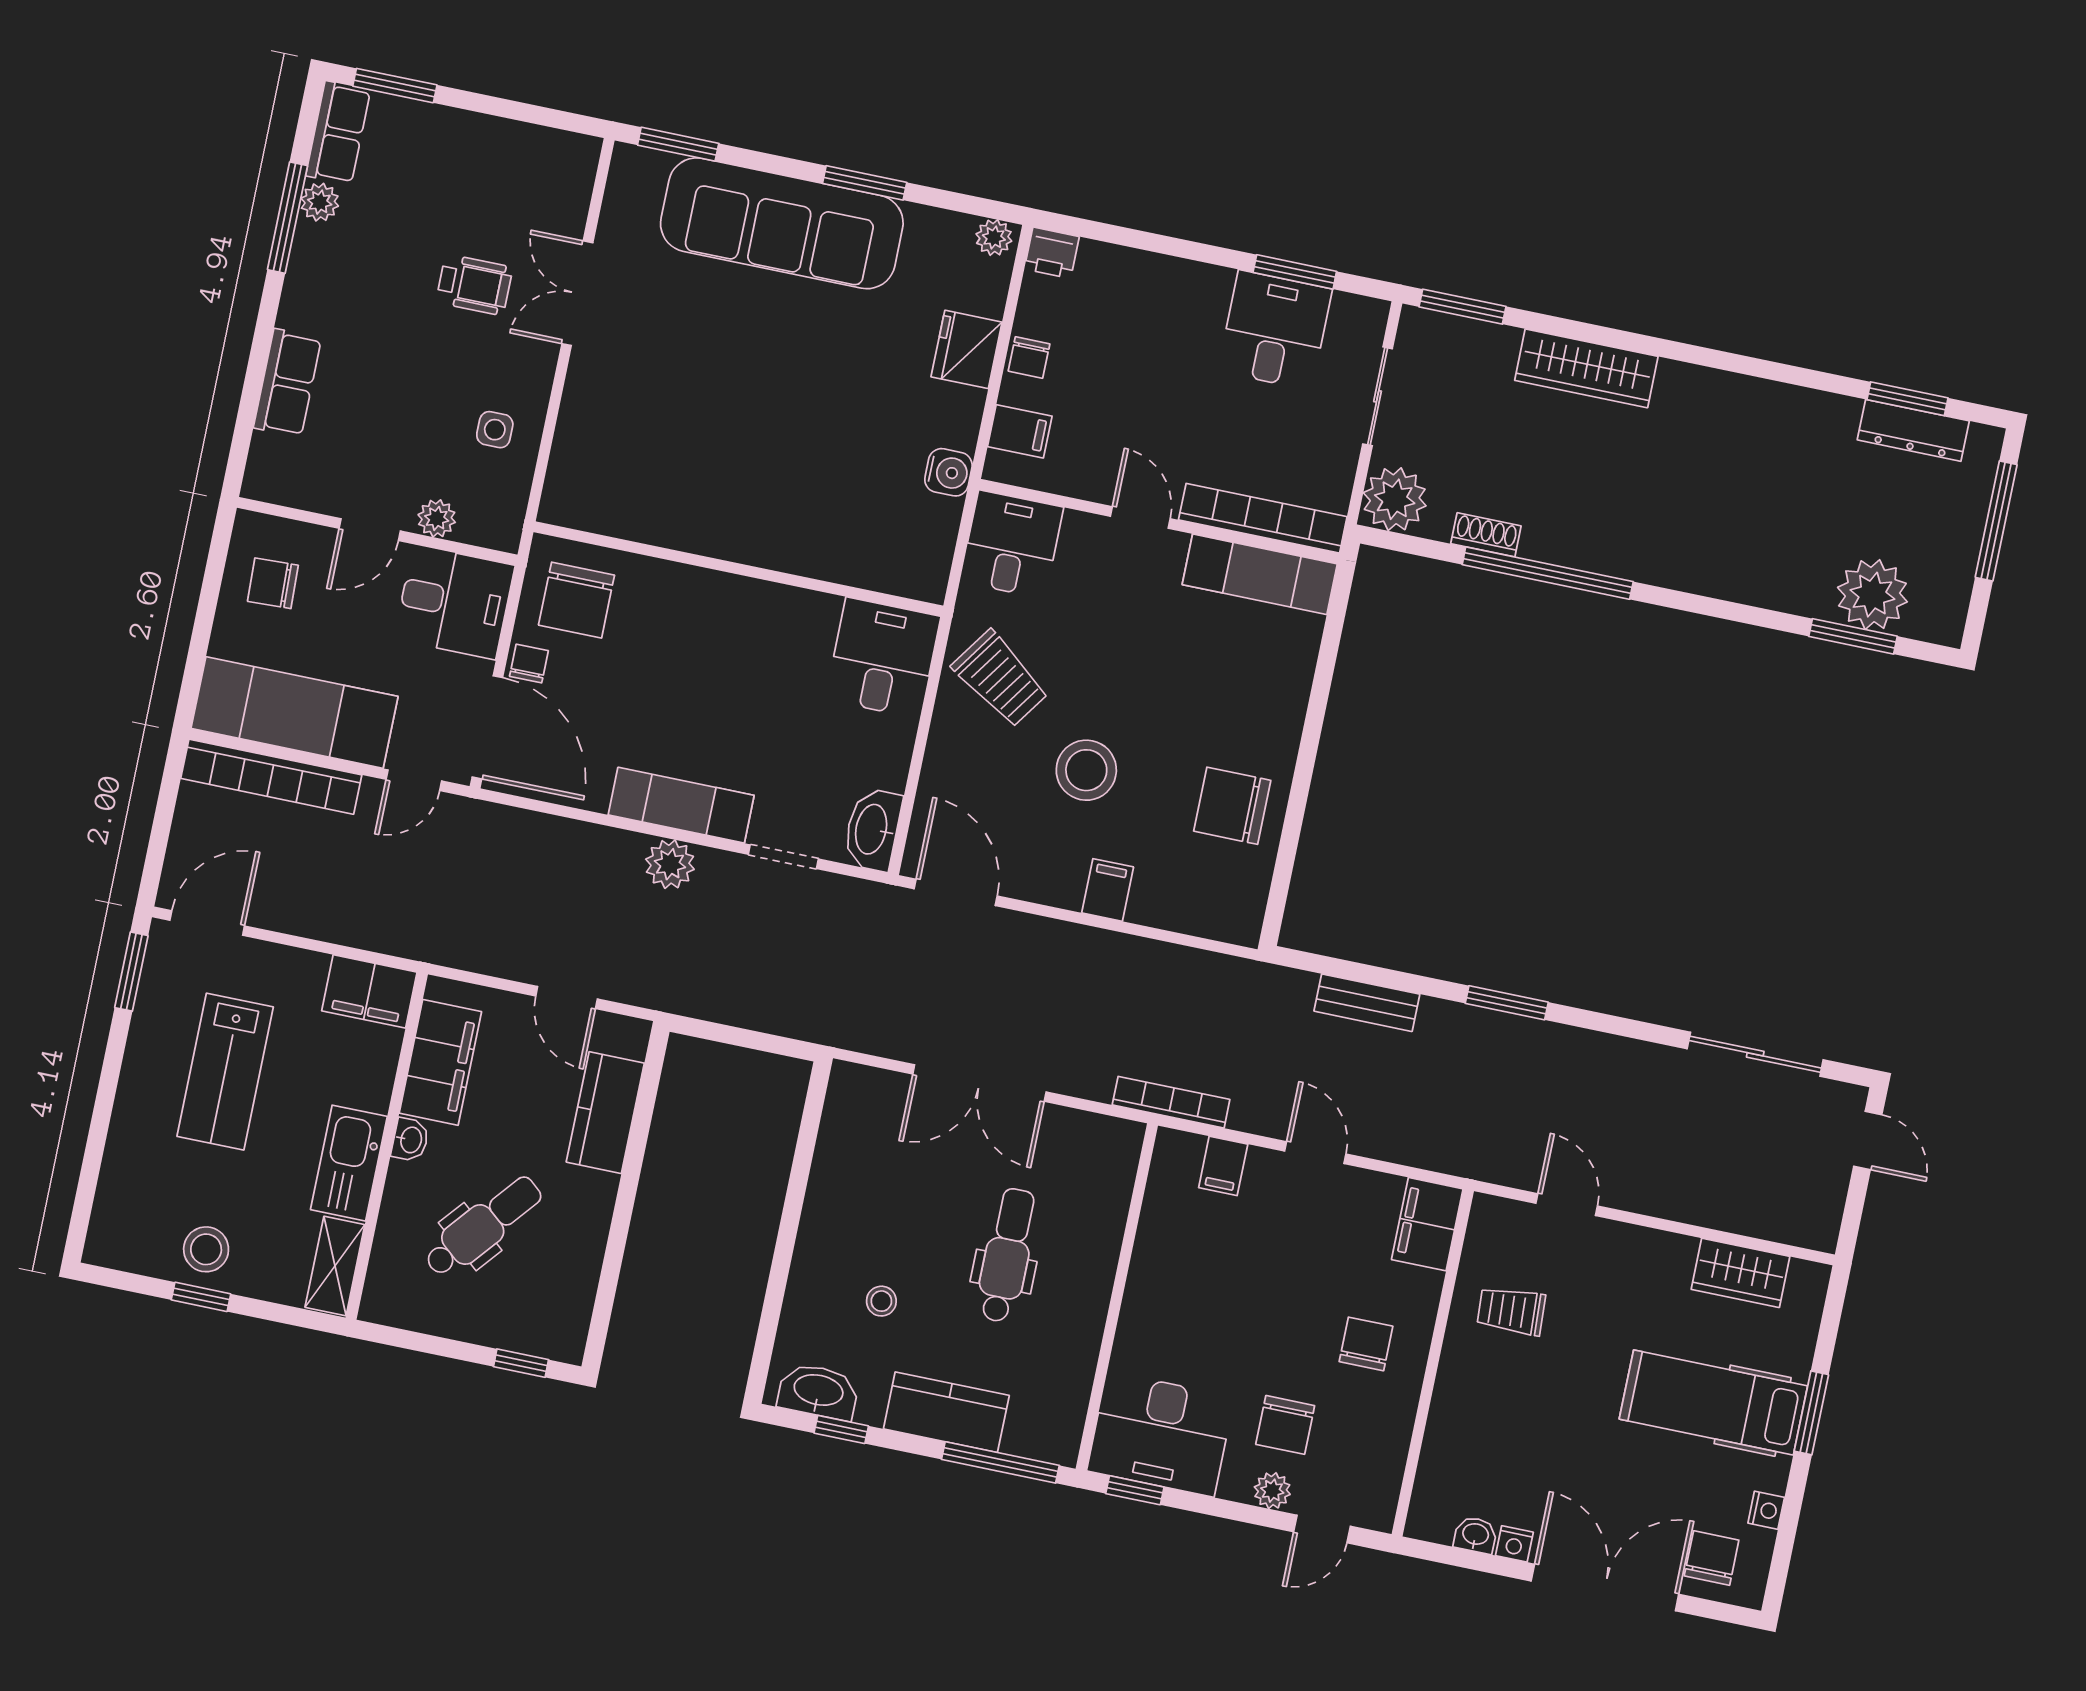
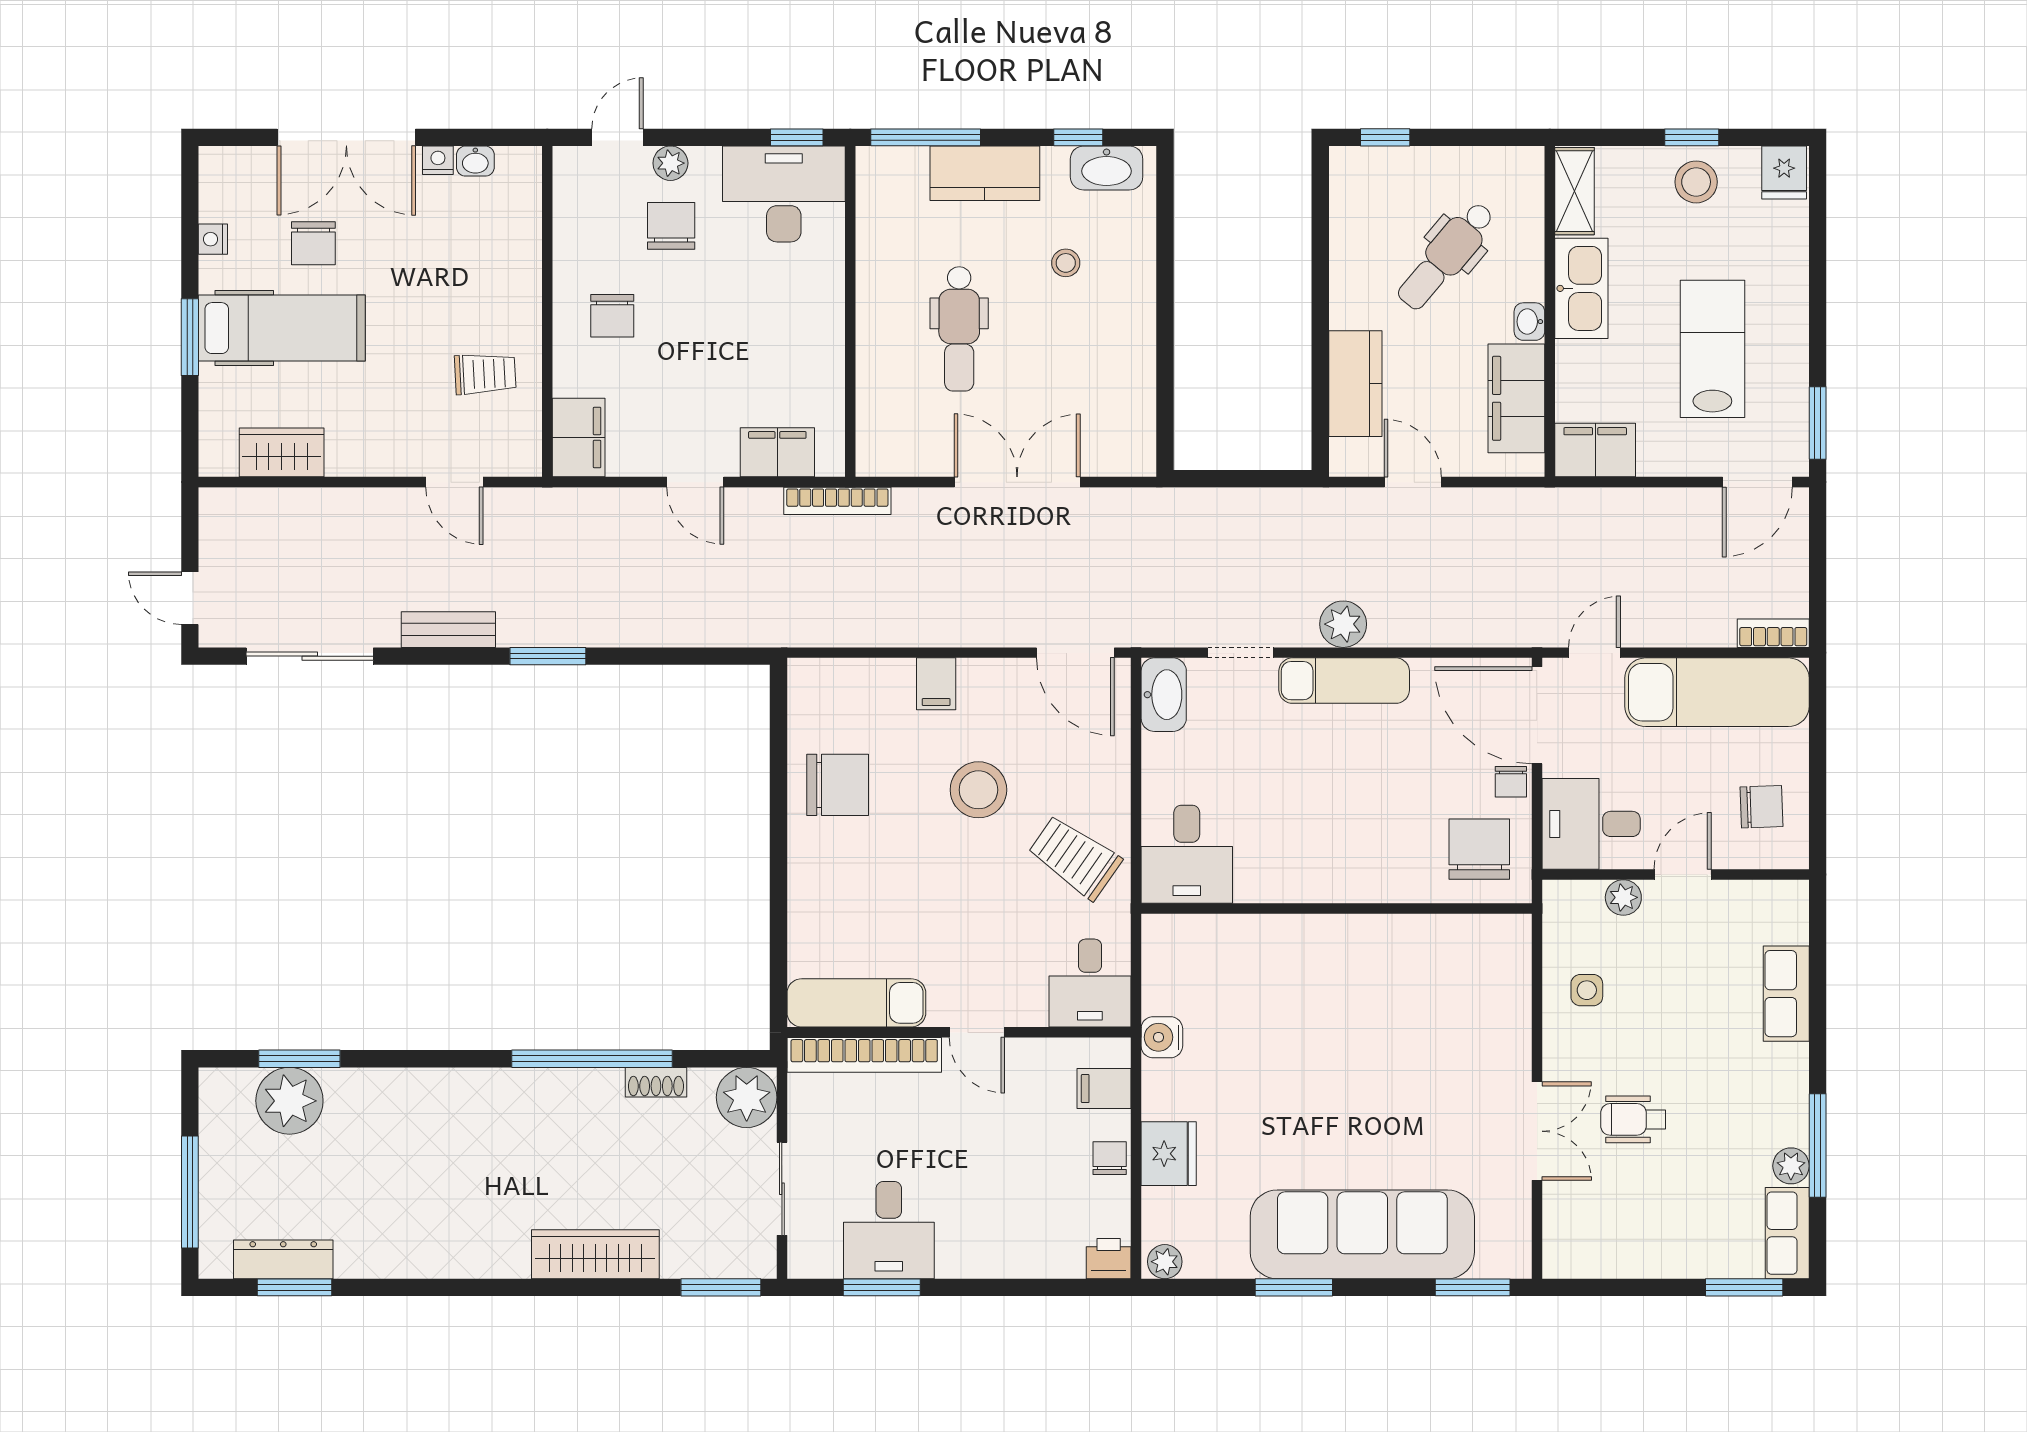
bookcase: (271, 777) -> (1773, 633), width x0.43, depth x0.76
bench: (1367, 1003) -> (448, 630), moved
filing cabinet: (1223, 1166) -> (777, 452), width x2.00
fridge: (112, 1240) -> (1784, 172), added
chair: (1712, 1558) -> (313, 243), moved

